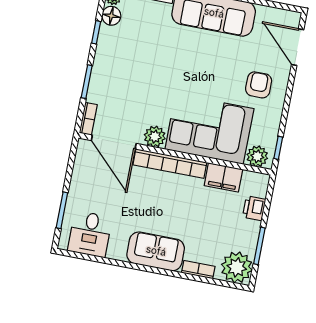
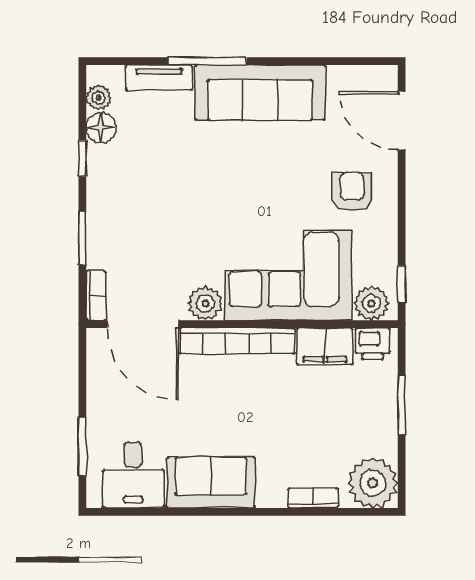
printer: (254, 208) -> (373, 344), moved, turned -90
window: (259, 246) -> (402, 405), moved
sofa: (156, 251) -> (211, 483), moved

